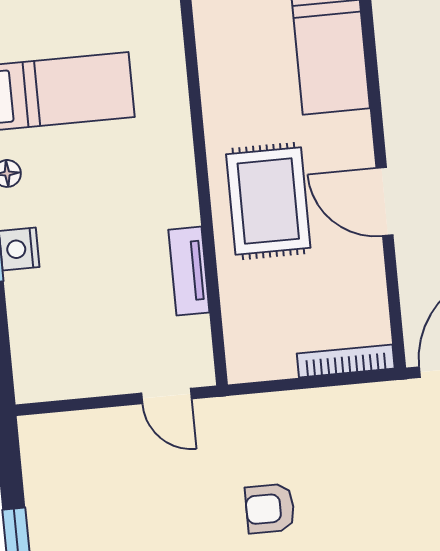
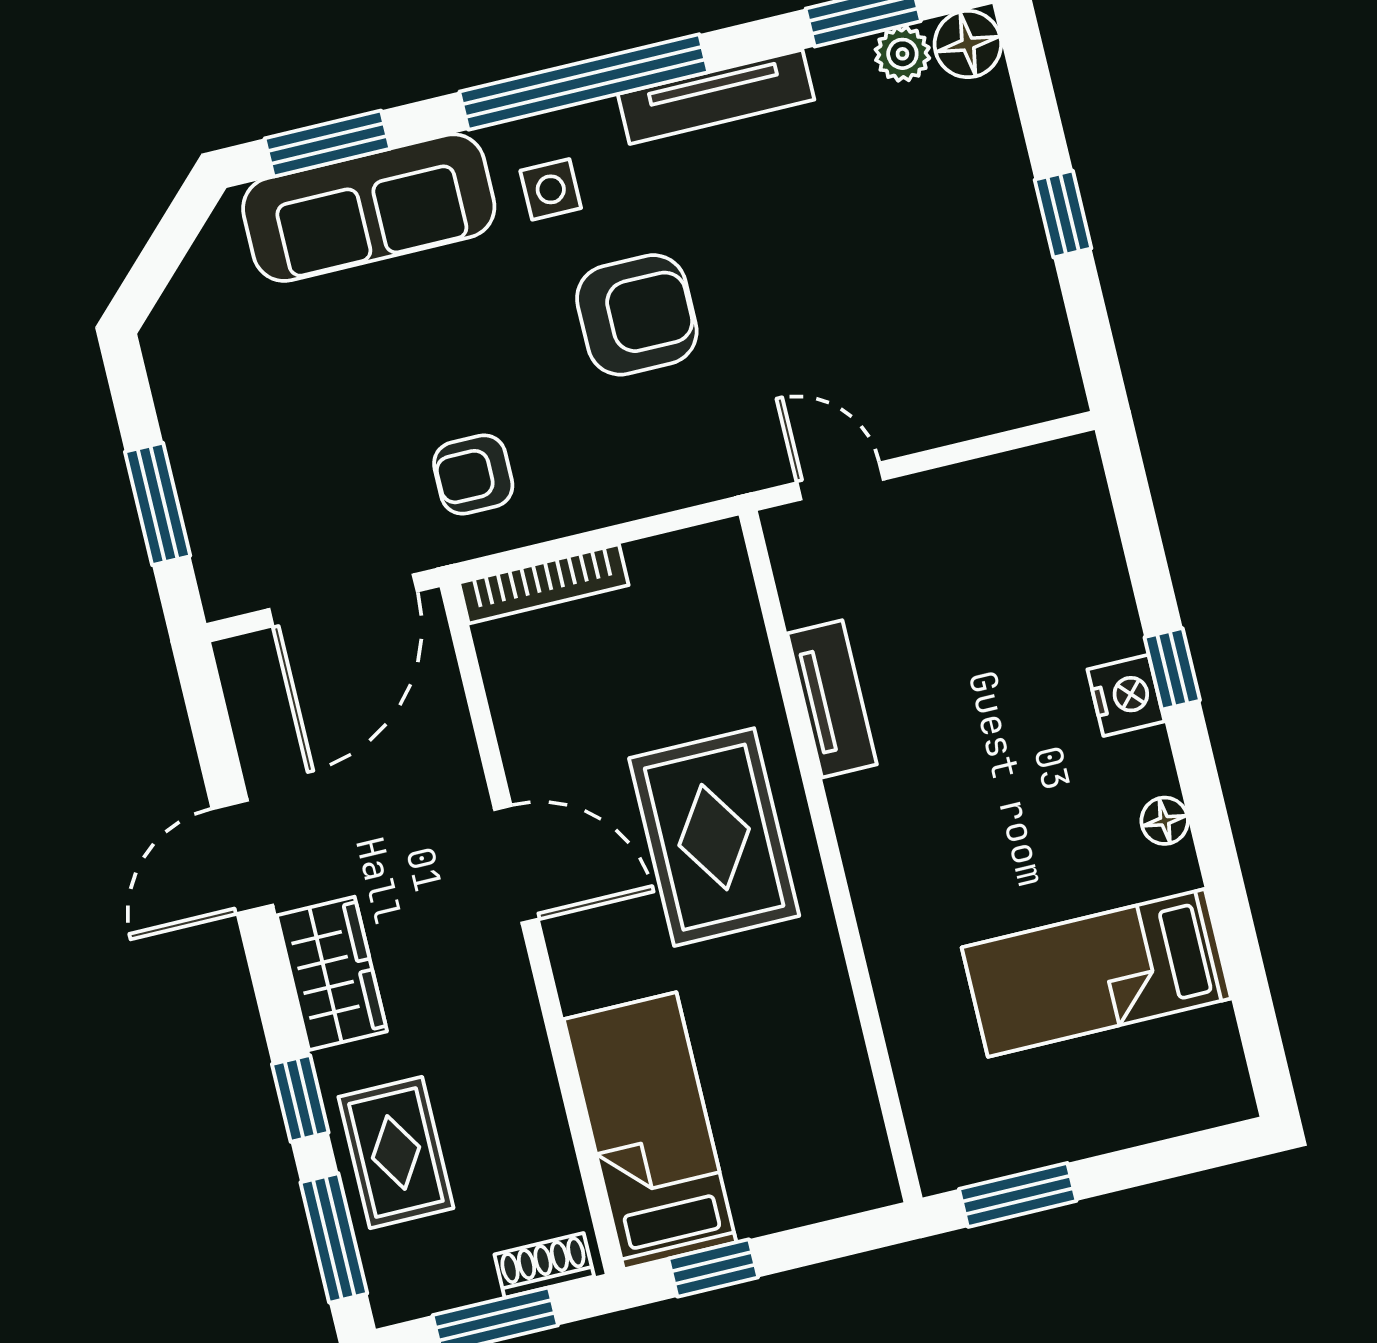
armchair: (377, 430) -> (473, 475), added
armchair: (270, 509) -> (637, 315), width x1.38, depth x1.38

